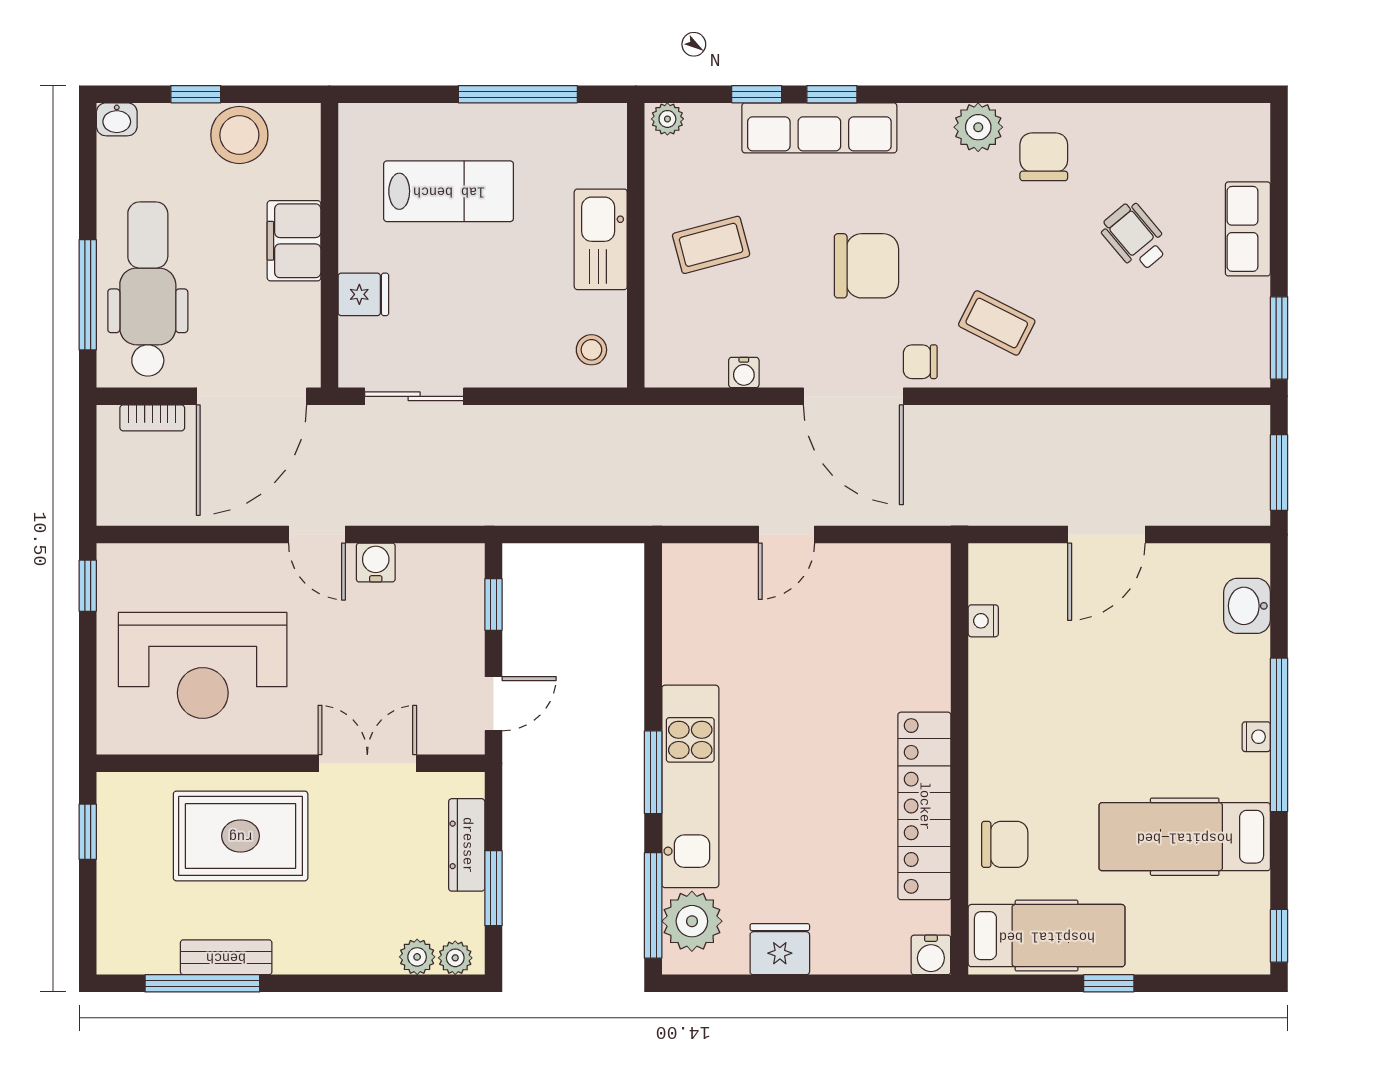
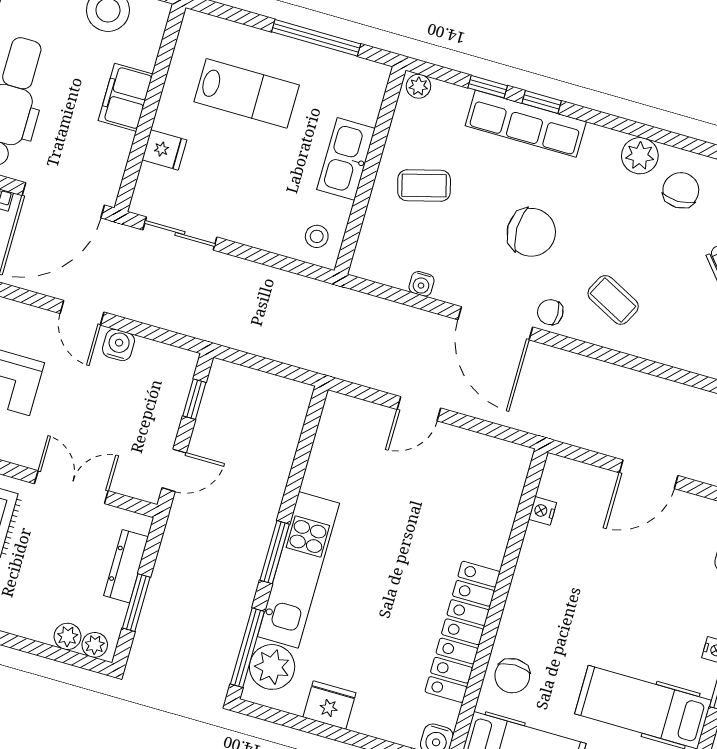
chair: (1005, 844) -> (512, 676), turned 90

